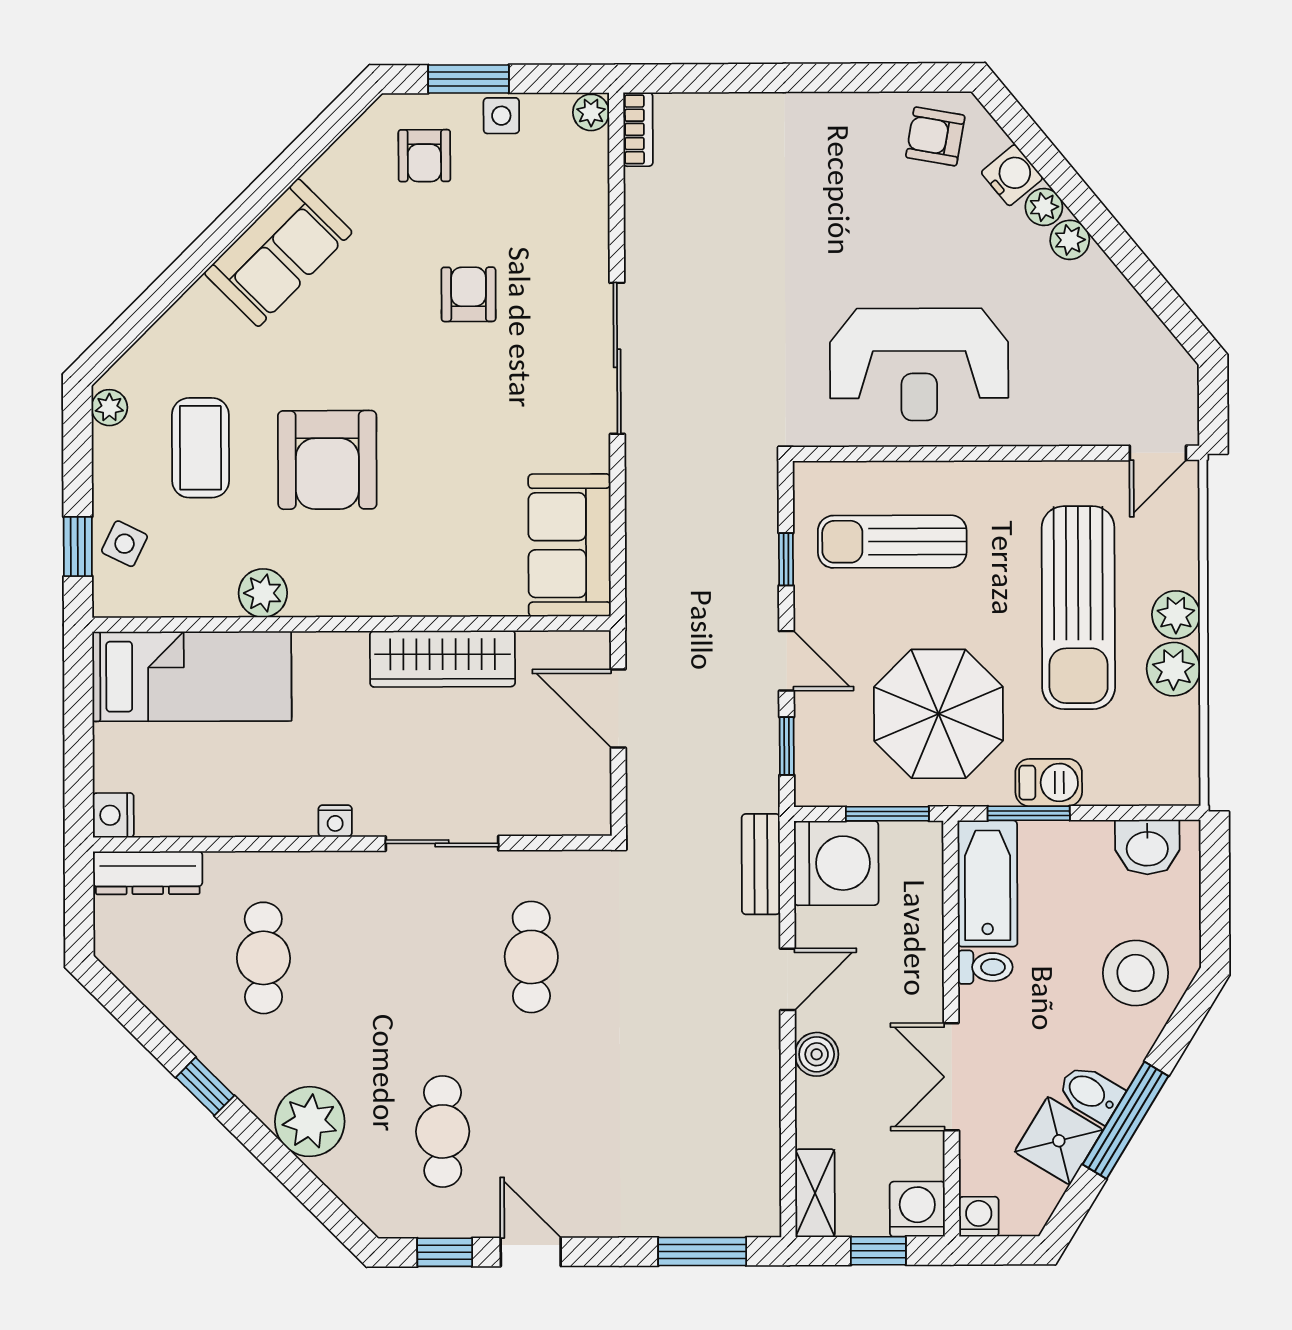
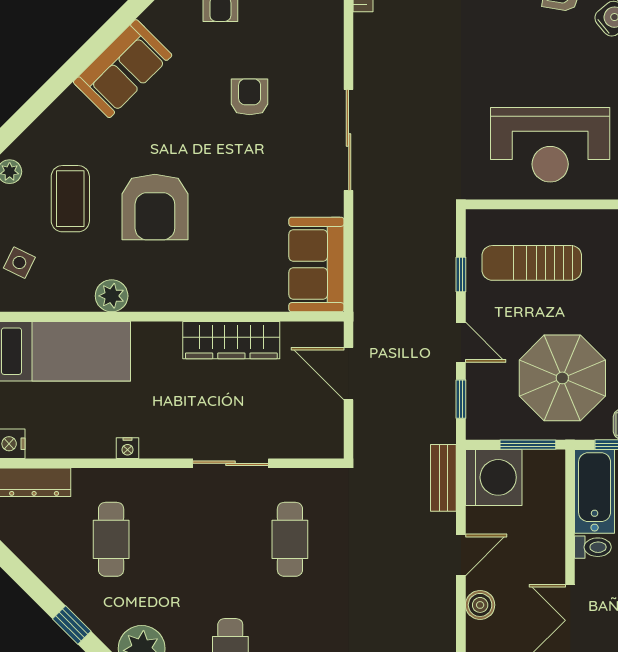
nightstand: (335, 821) -> (128, 448), moved

